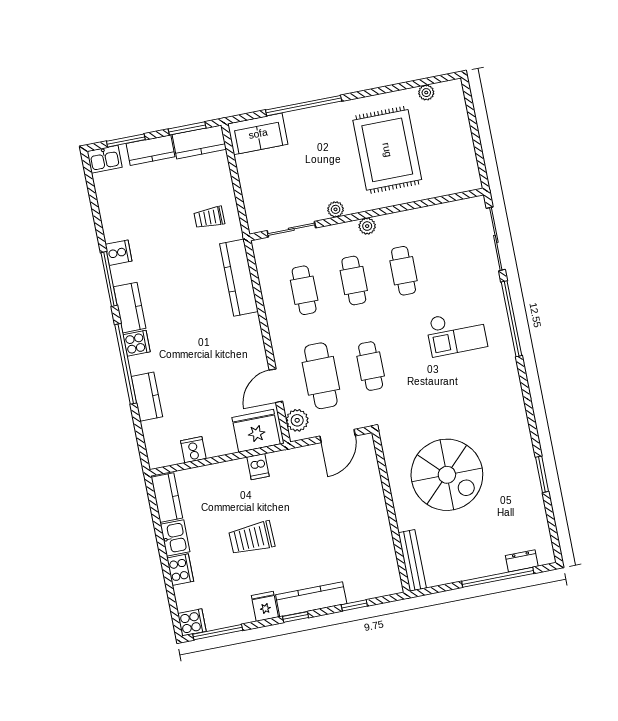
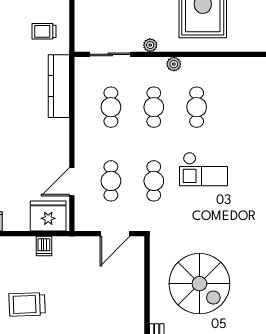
checkout: (456, 333) -> (203, 169), moved
cafe table: (321, 376) -> (111, 181), width x0.73, depth x0.74
plant: (297, 420) -> (84, 214), removed

